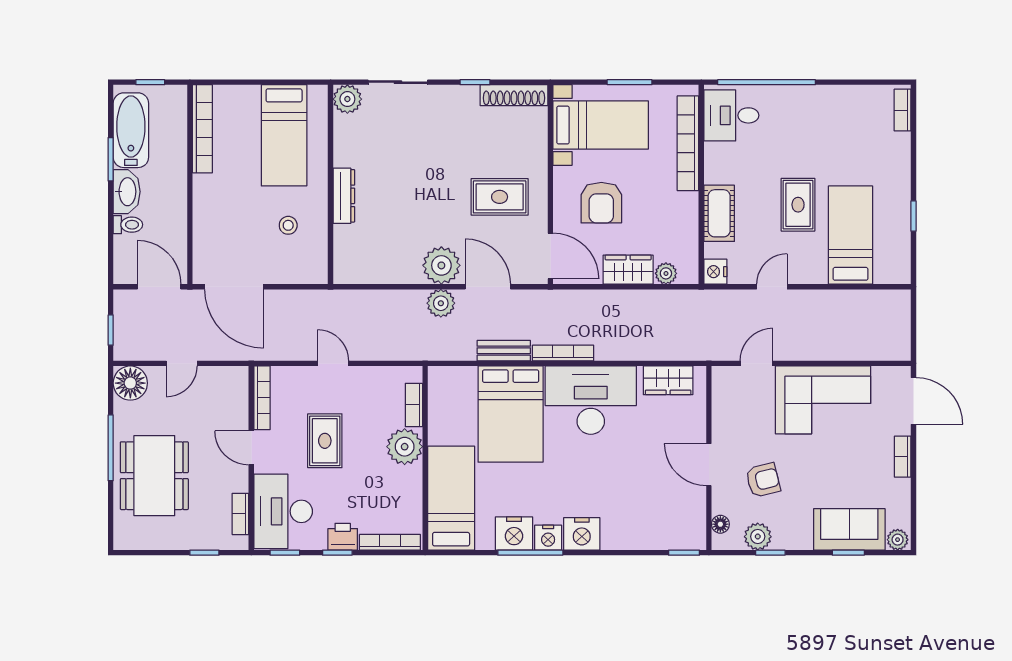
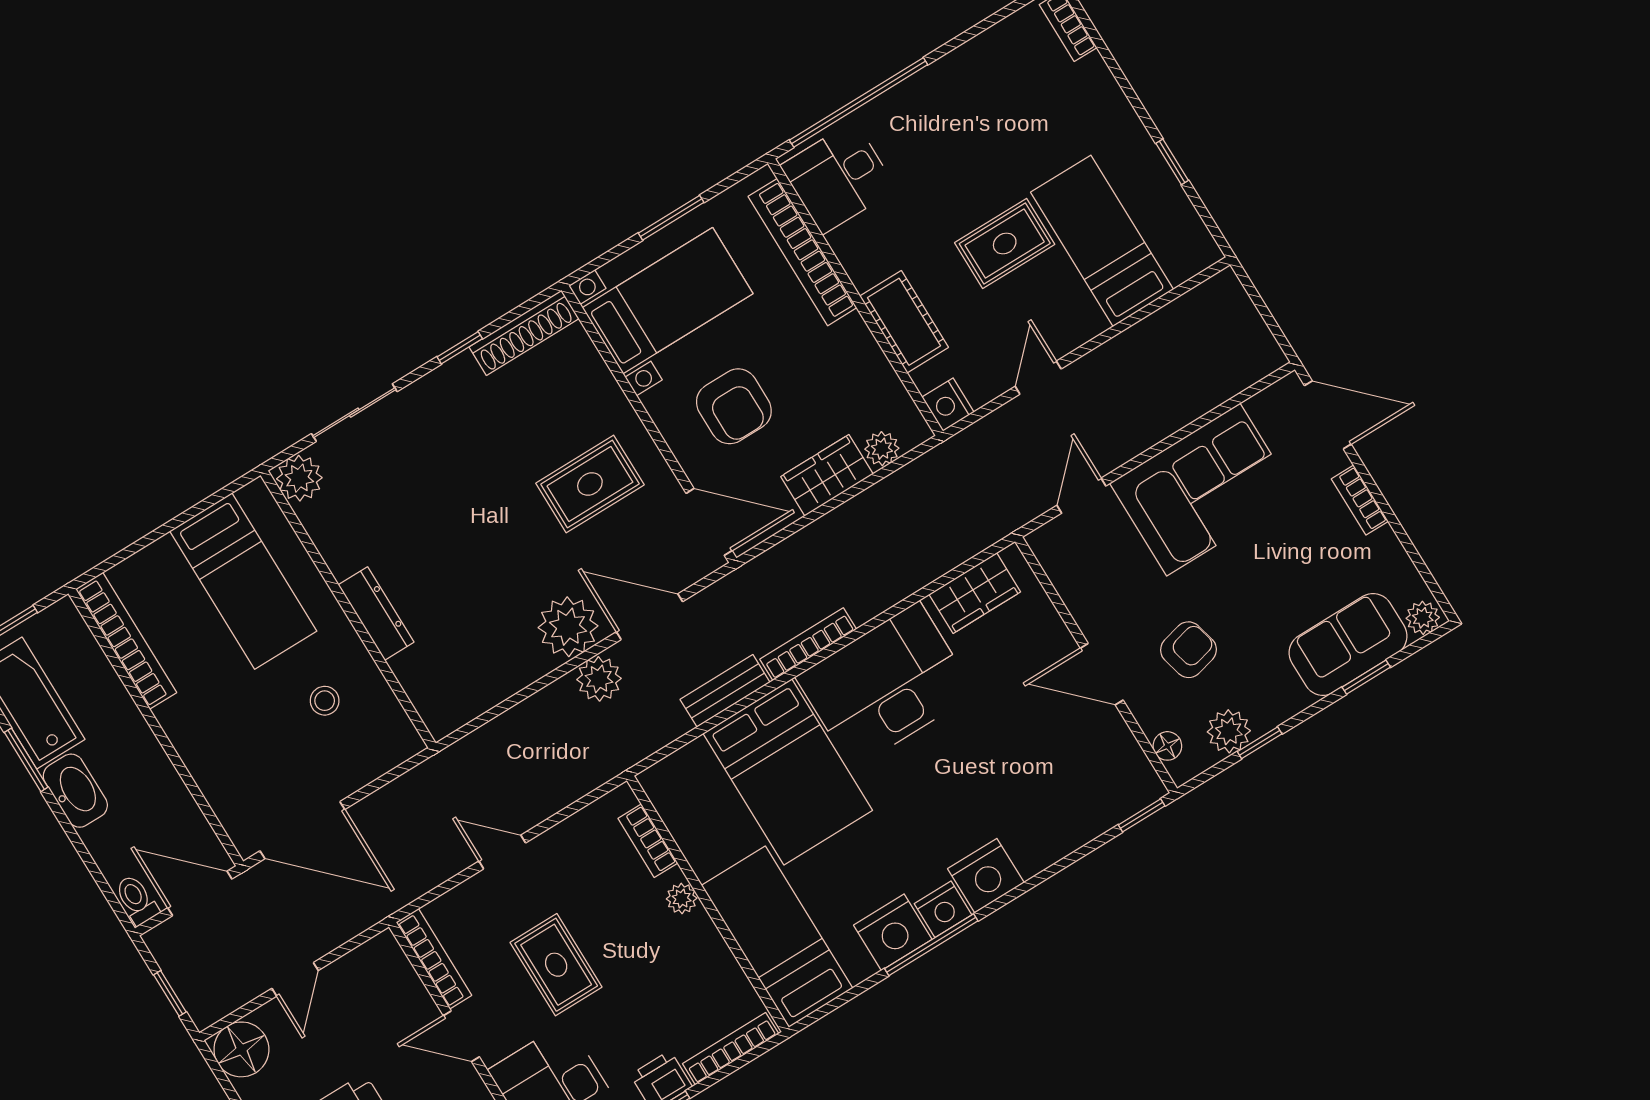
rug: (798, 205) -> (1005, 243), turned 90
toilet: (128, 225) -> (137, 900), moved, turned -90
plant: (405, 447) -> (682, 898), width x0.53, depth x0.53

